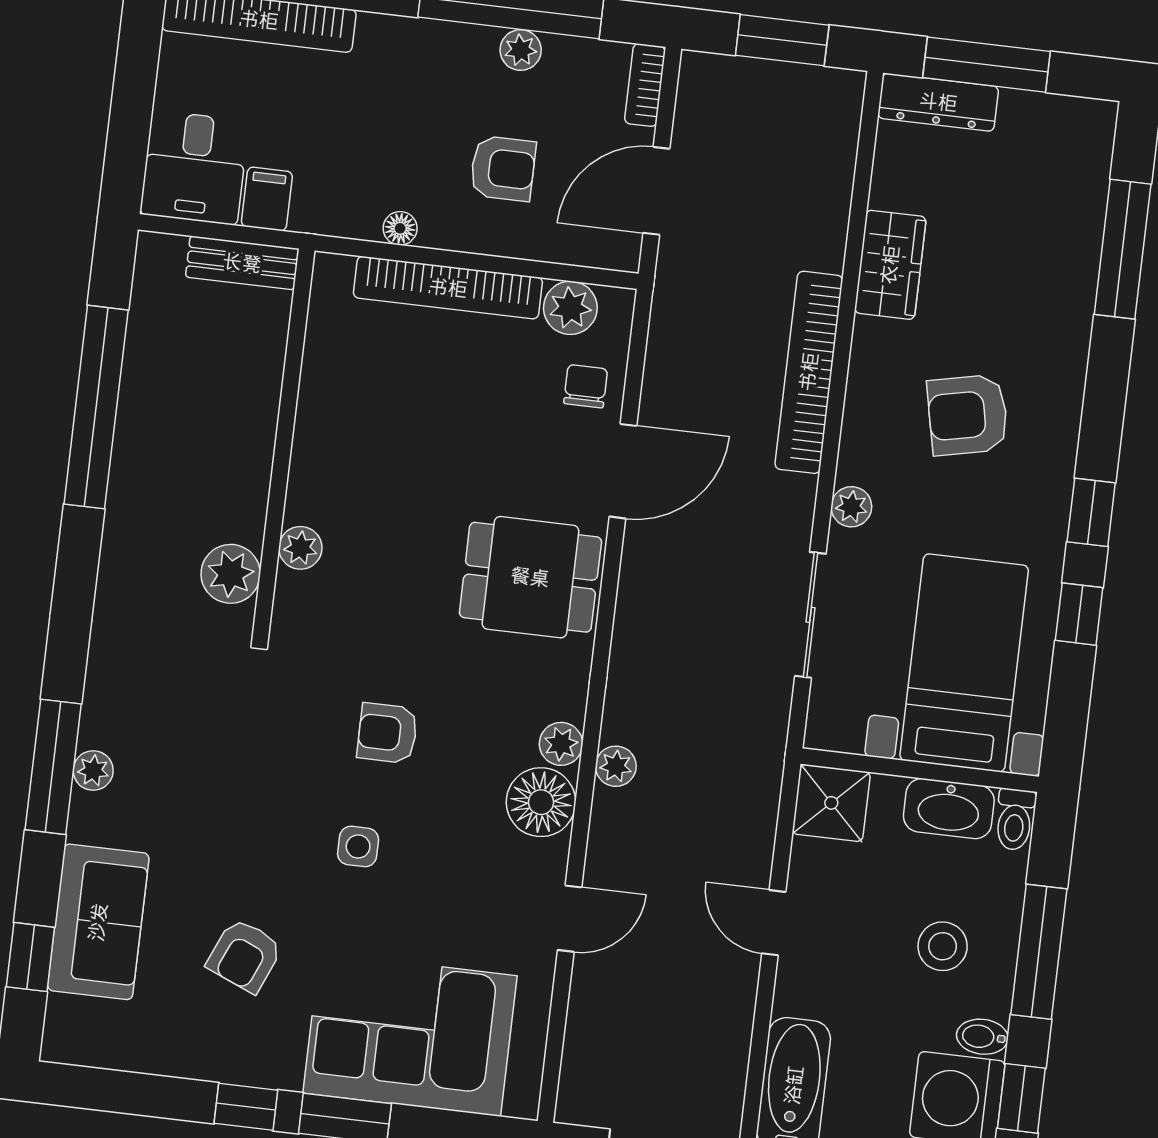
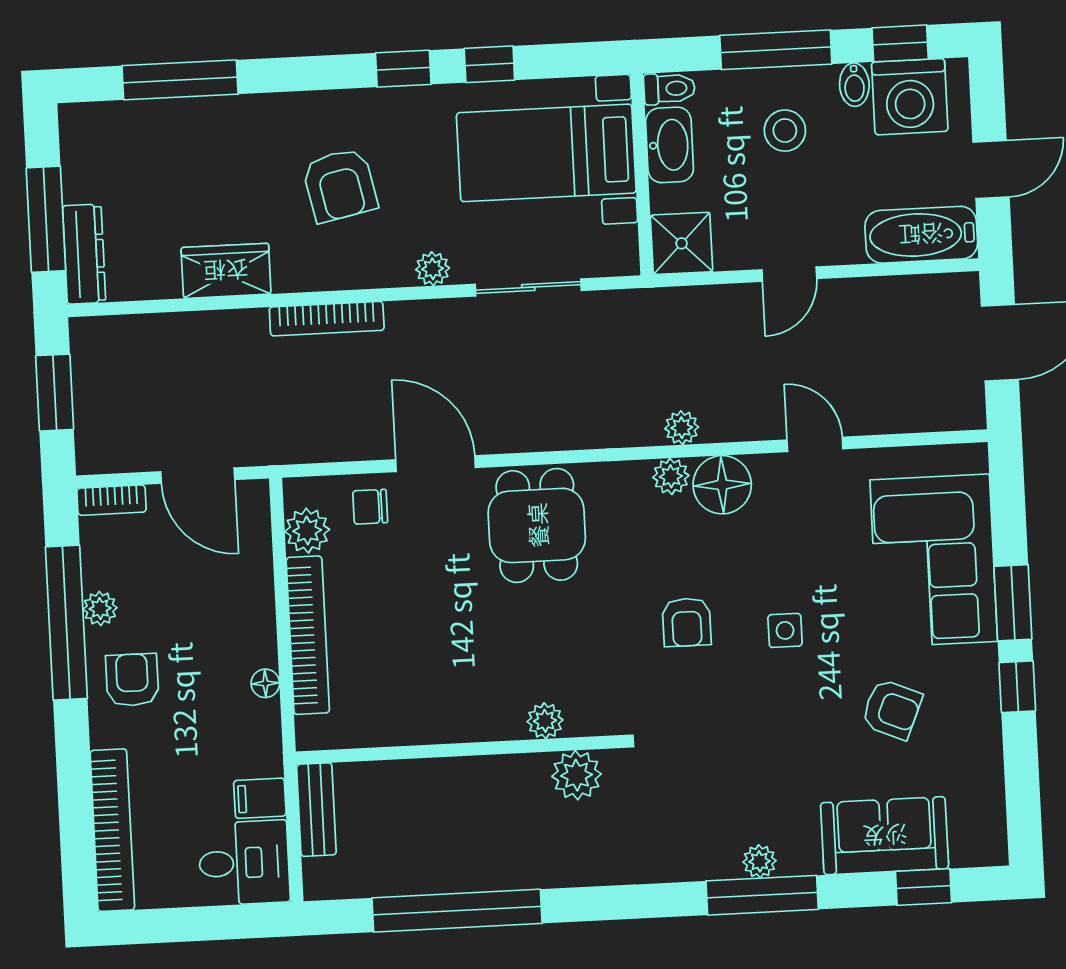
armchair: (503, 168) -> (132, 680), moved
bookcase: (809, 372) -> (327, 319), width x0.68, depth x0.76

